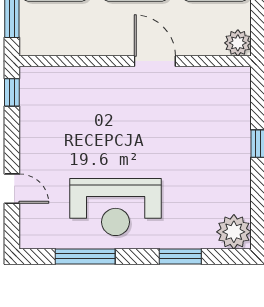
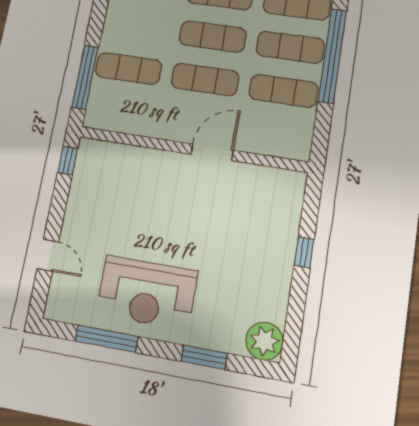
plant: (238, 43) -> (298, 147), removed
door: (155, 61) -> (212, 152), hinge flipped

